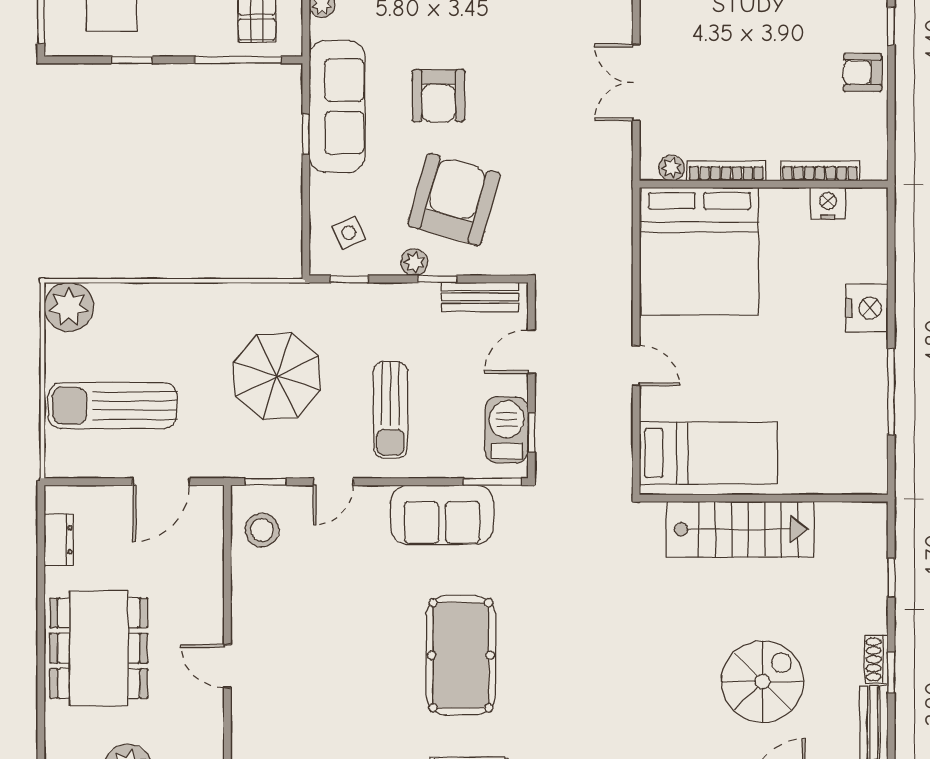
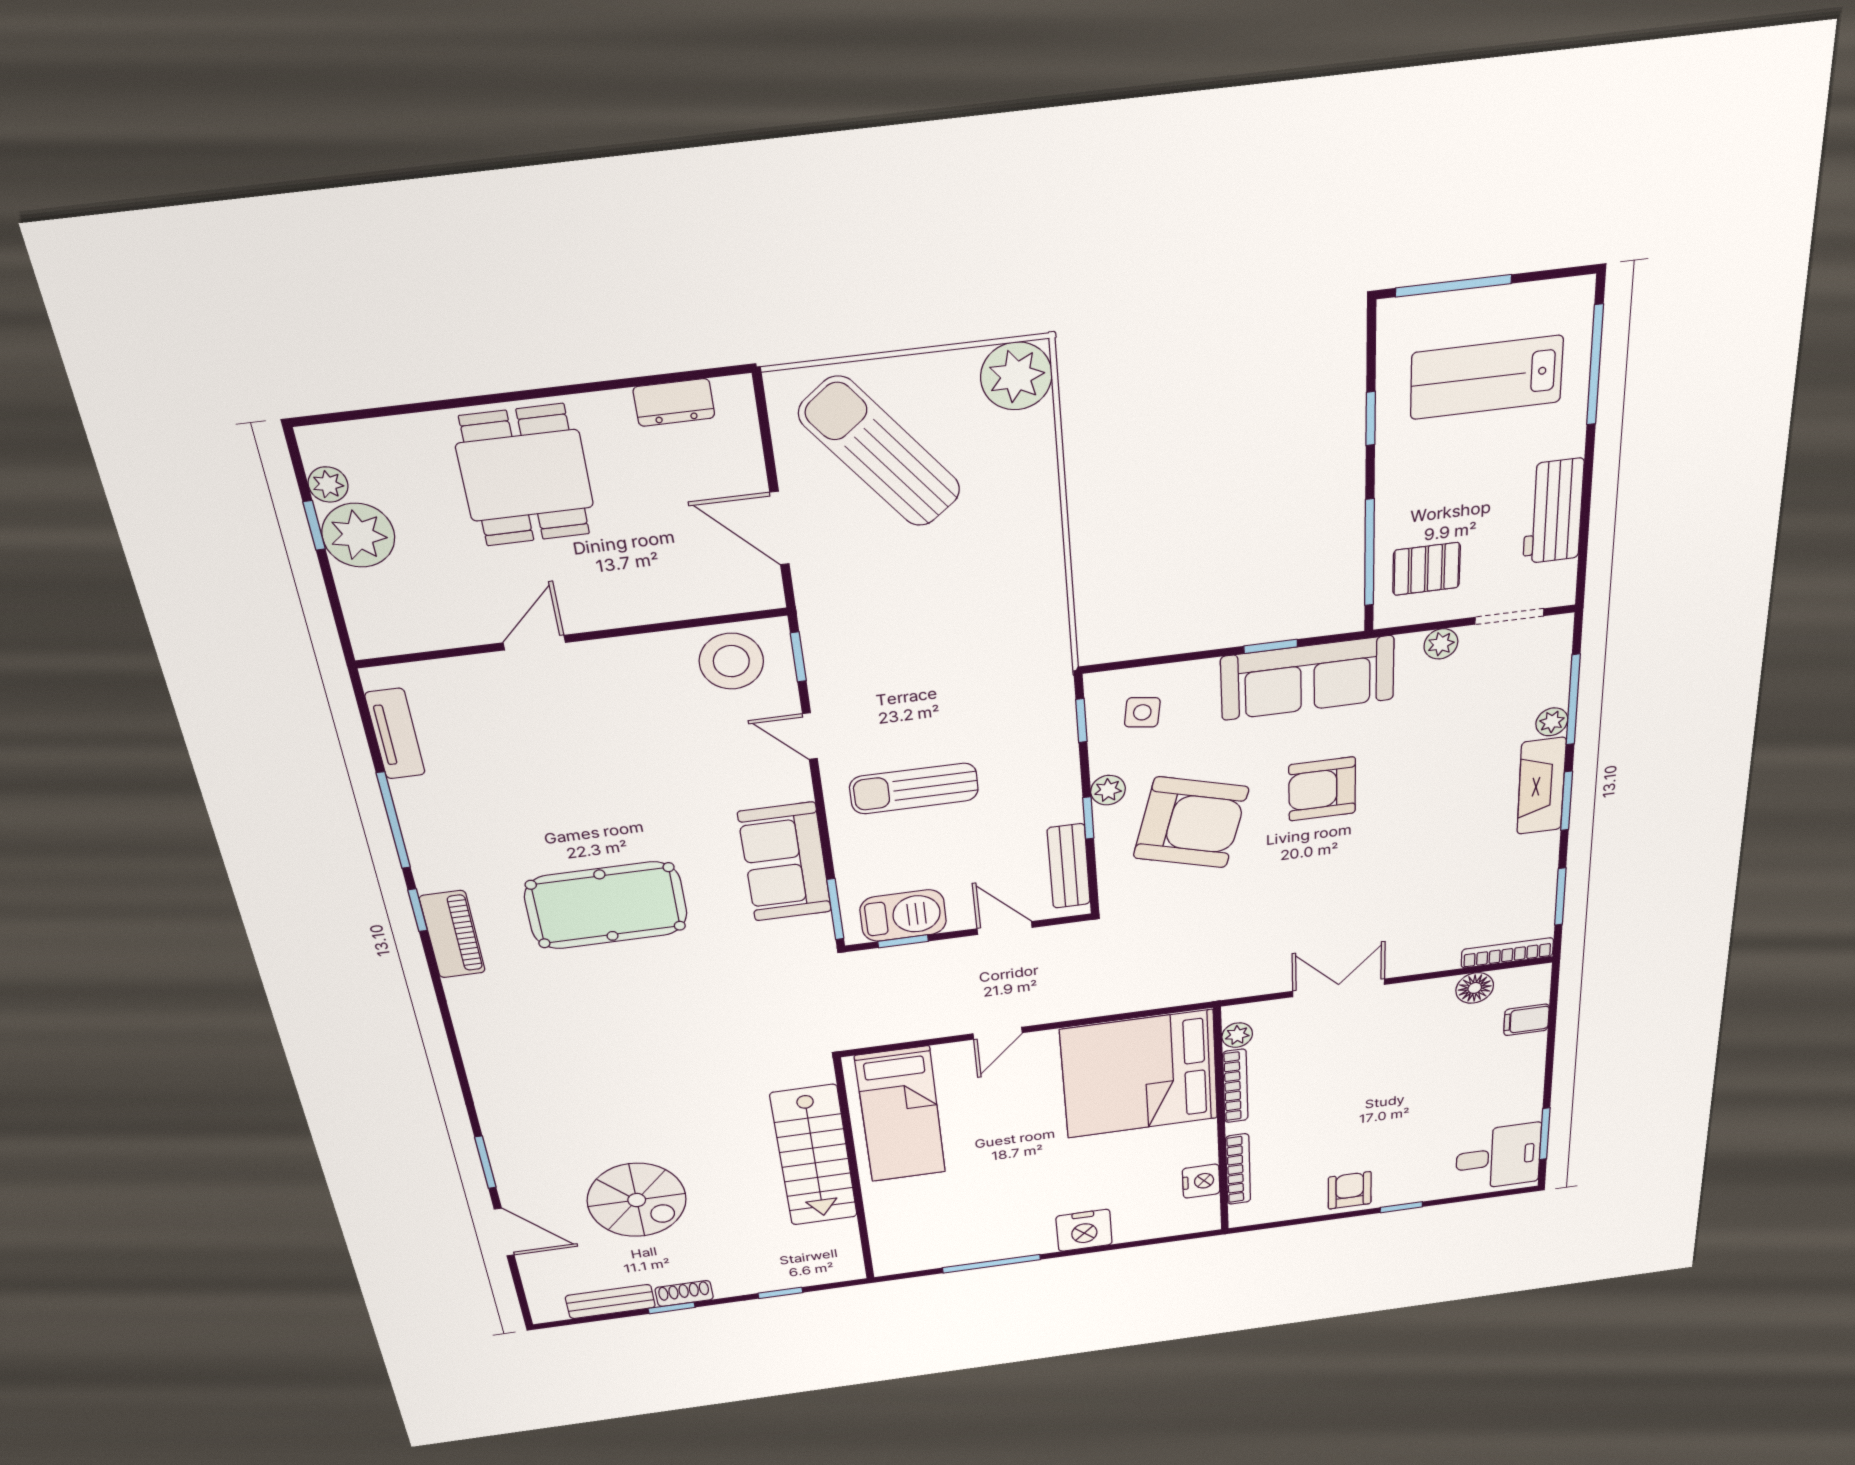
side table: (349, 233) -> (1142, 712), turned 33
parasol: (277, 376) -> (944, 653), removed
sun lounger: (113, 406) -> (880, 452), turned -38
stool: (262, 530) -> (731, 661), width x1.38, depth x1.38
dining table: (99, 648) -> (525, 476), width x0.73

